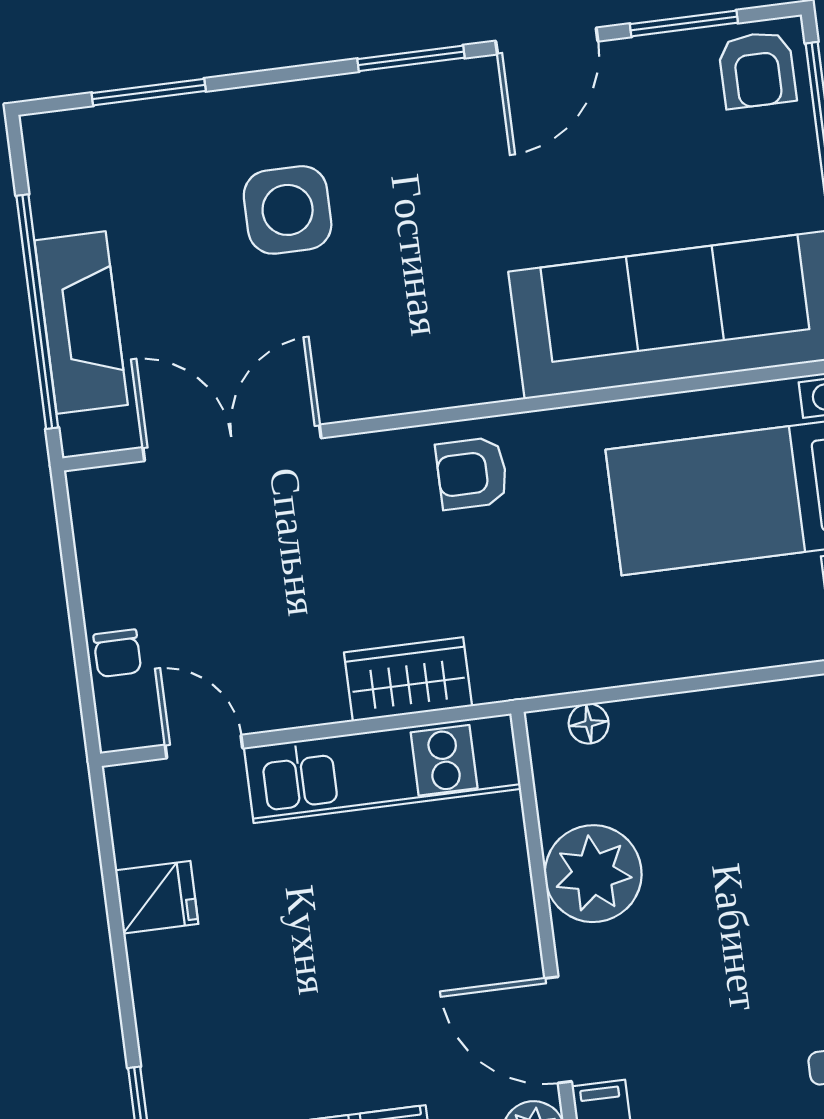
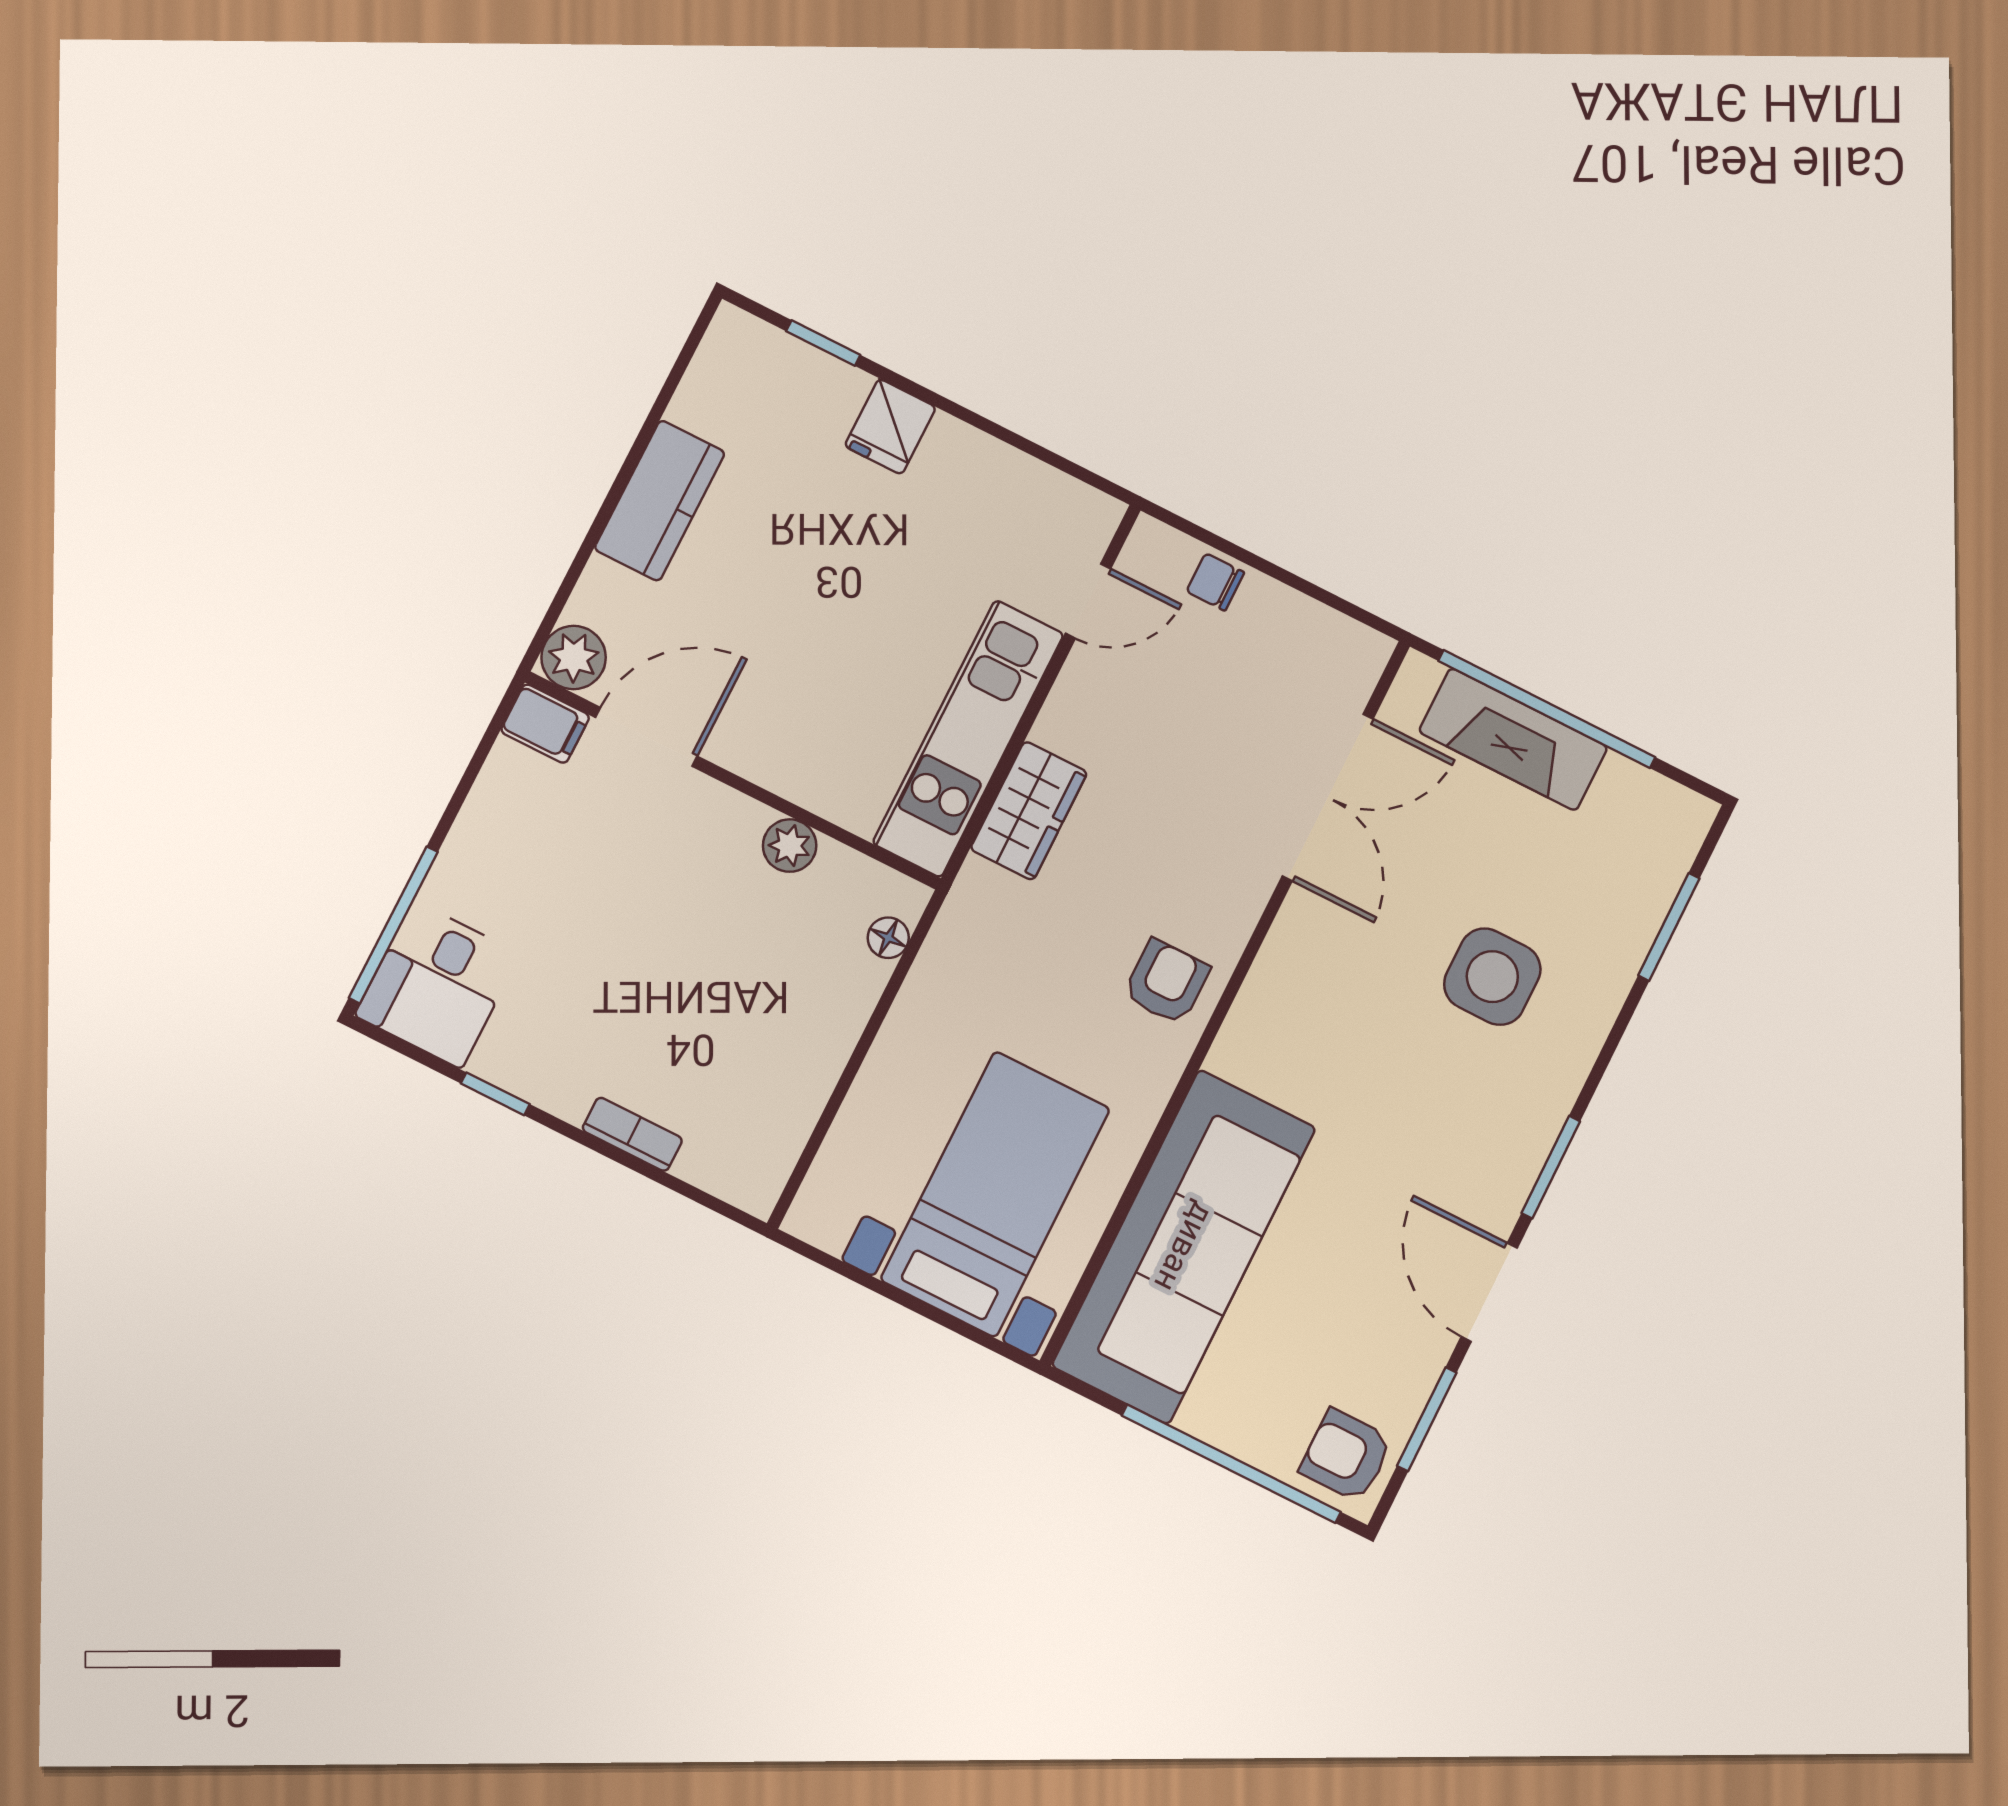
plant: (593, 874) -> (790, 846), width x0.53, depth x0.53
fridge: (157, 897) -> (890, 427), moved

